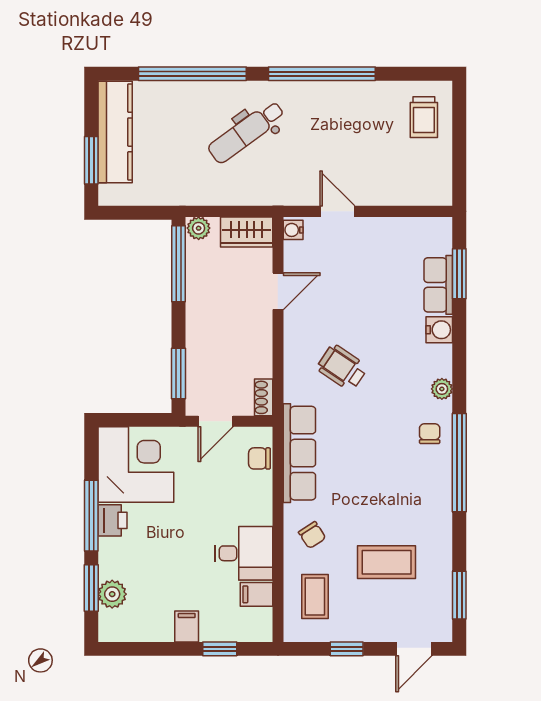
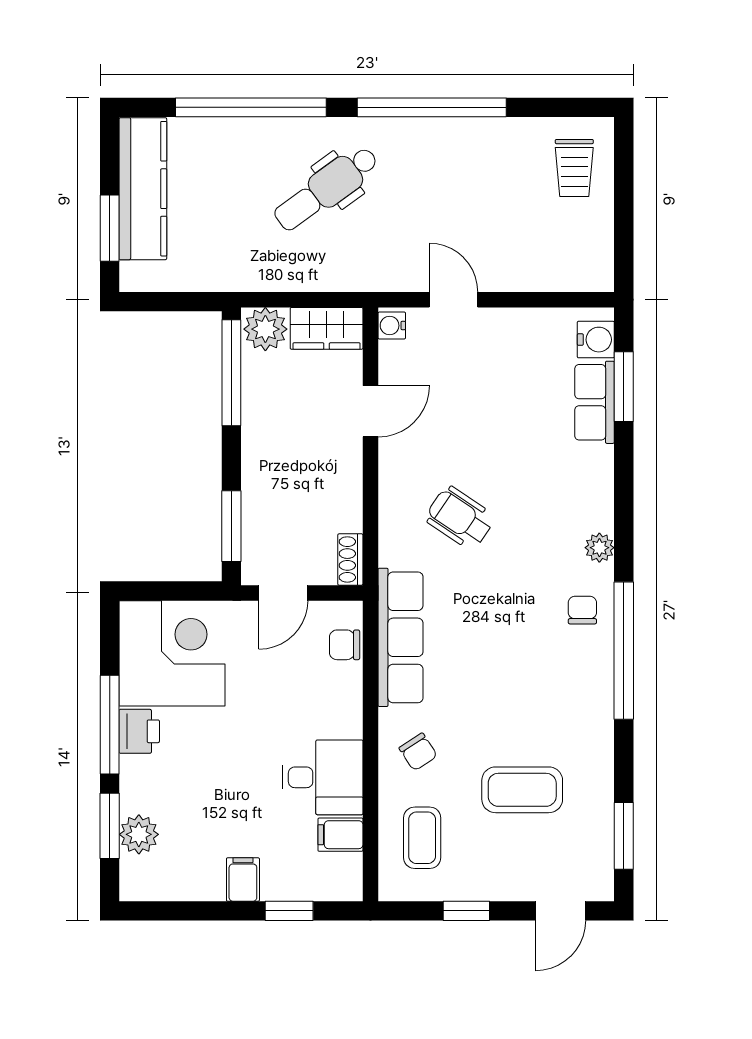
plant: (199, 228) -> (265, 329), width x1.38, depth x1.38
water cooler: (439, 330) -> (596, 340), moved

